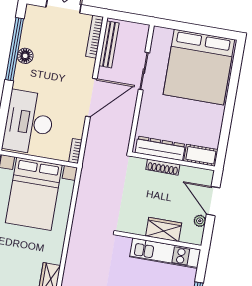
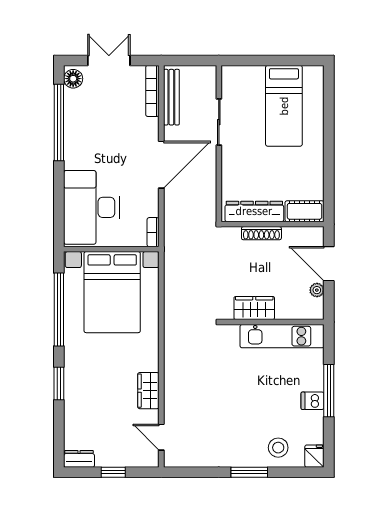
floor lamp: (25, 56) -> (73, 79), moved
bed: (199, 67) -> (284, 106), width x0.49
wardrobe: (164, 230) -> (254, 308), moved

